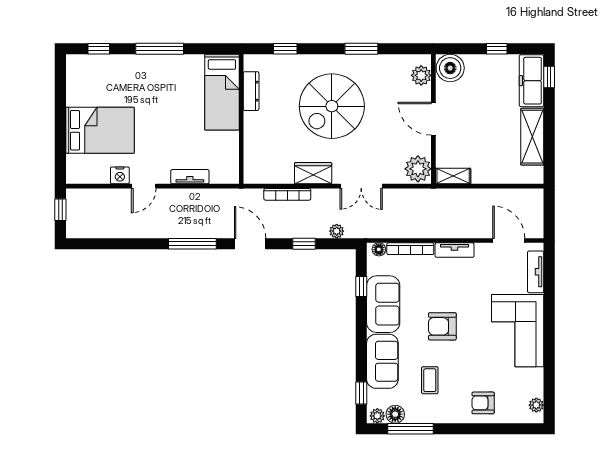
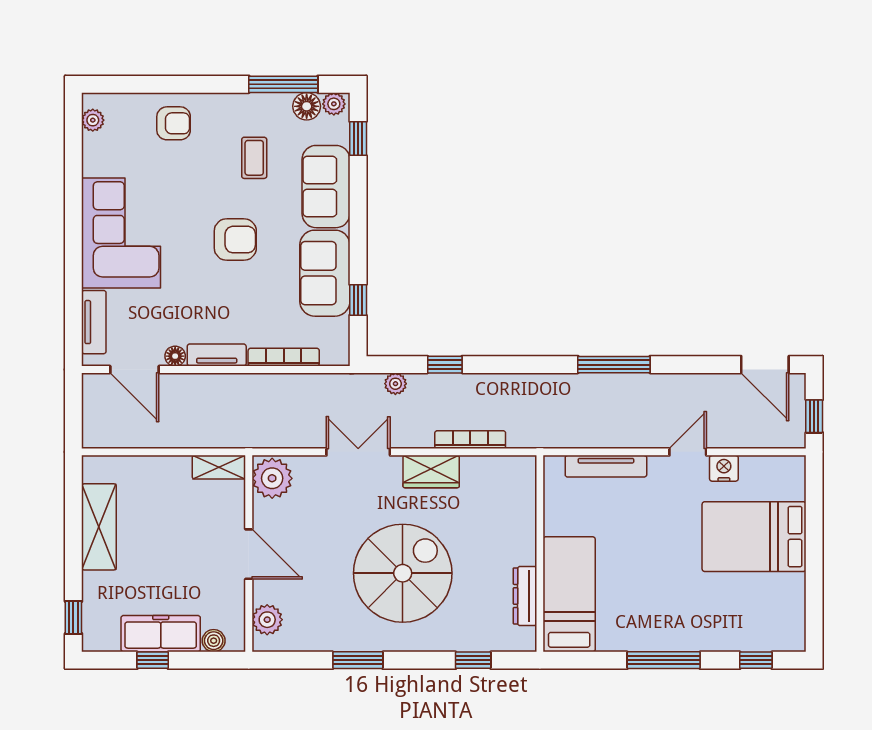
boiler: (450, 68) -> (214, 641), width x0.54, depth x0.54
freezer: (532, 81) -> (161, 634), moved, turned -90
tv unit: (190, 177) -> (606, 466), width x1.41
door: (250, 244) -> (765, 365), moved
floor lamp: (379, 249) -> (175, 356), moved

